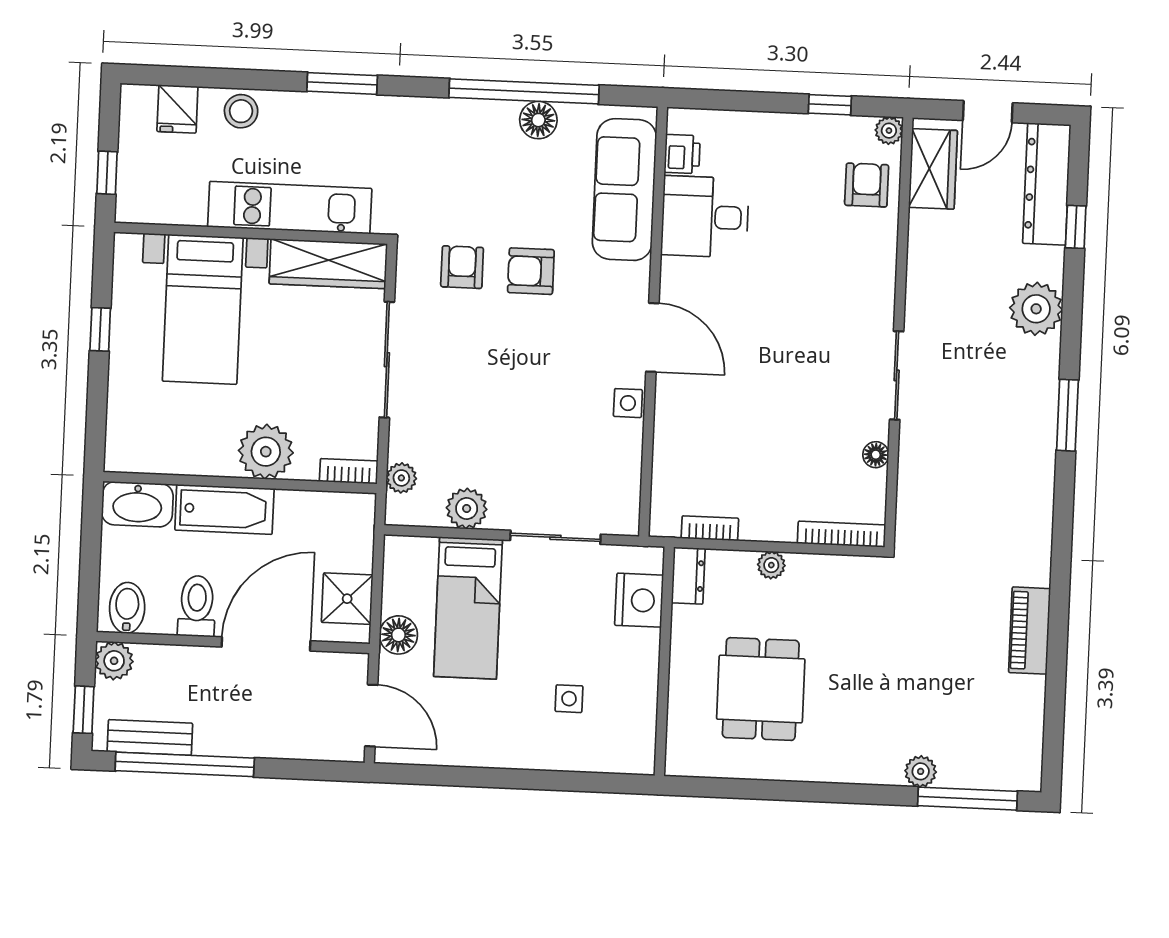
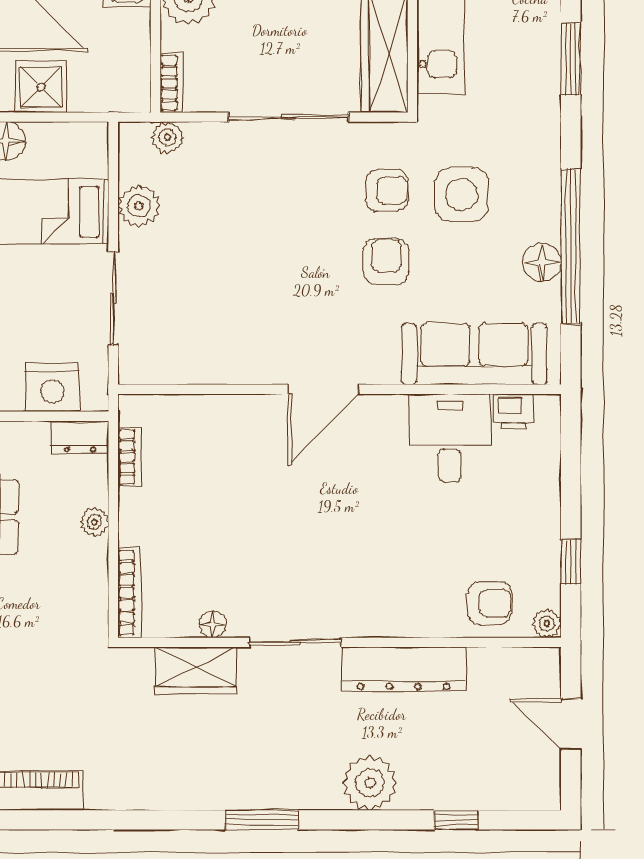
wardrobe: (933, 169) -> (196, 671), moved
dresser: (1047, 184) -> (404, 669), moved, turned 180
side table: (628, 403) -> (461, 195), moved, width x1.87, depth x1.87

